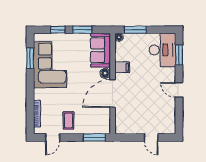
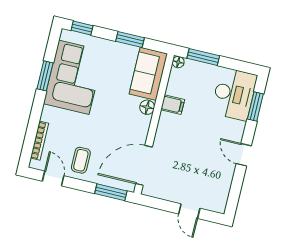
window: (58, 30) -> (82, 28), moved
window: (30, 58) -> (45, 76), moved
door: (113, 93) -> (144, 165), moved
door: (53, 137) -> (53, 178), swing flipped

